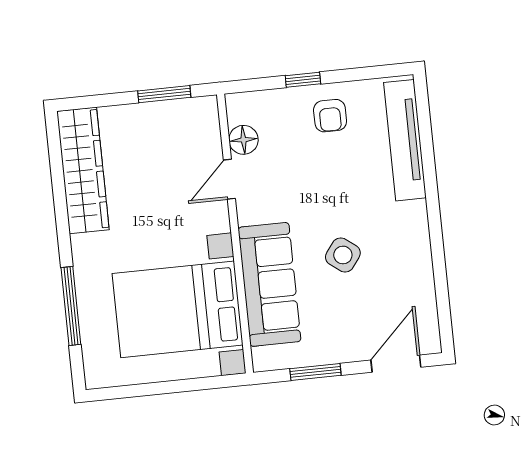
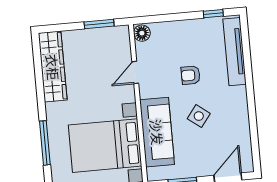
window: (303, 80) -> (213, 14), moved
armchair: (330, 116) -> (191, 75), moved, turned 90
floor lamp: (243, 140) -> (142, 33), moved

